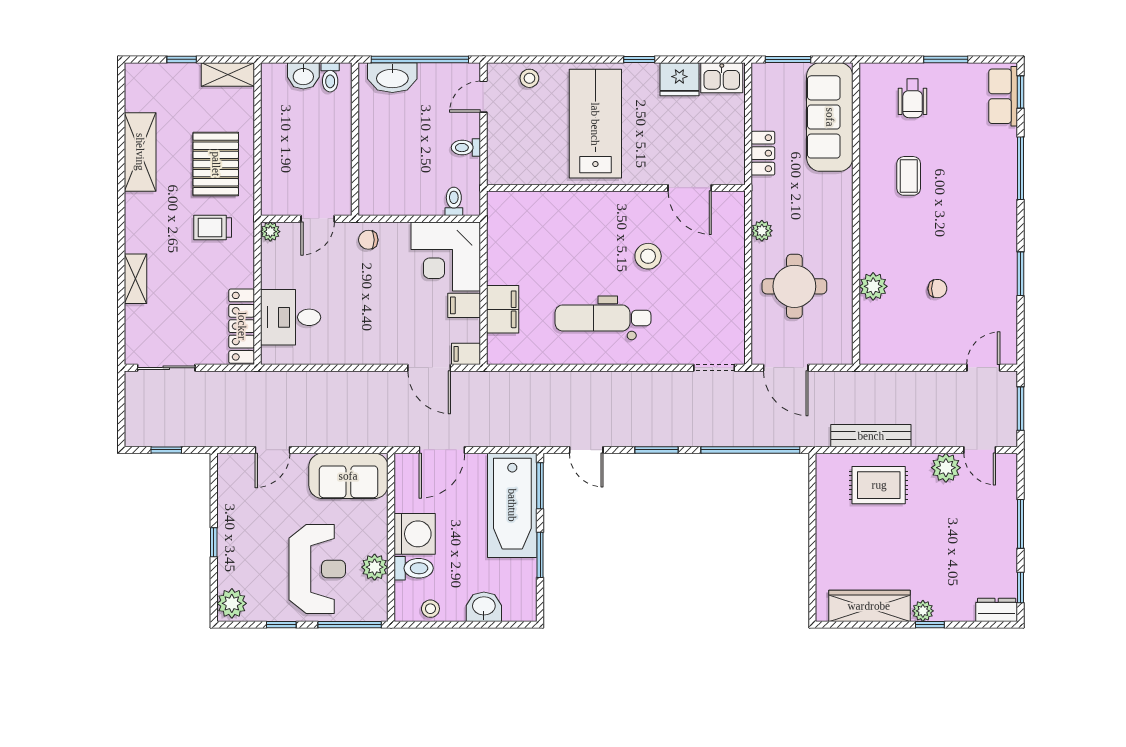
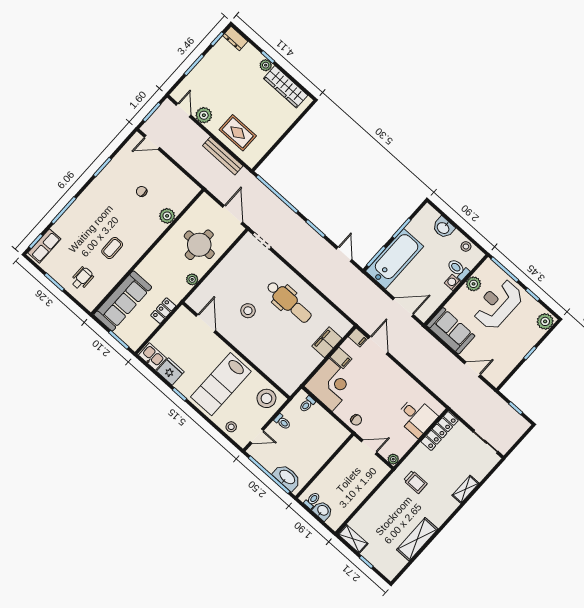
stool: (516, 160) -> (266, 398), added
pallet: (216, 164) -> (391, 507), removed
washing machine: (415, 534) -> (452, 282), width x0.53, depth x0.53

